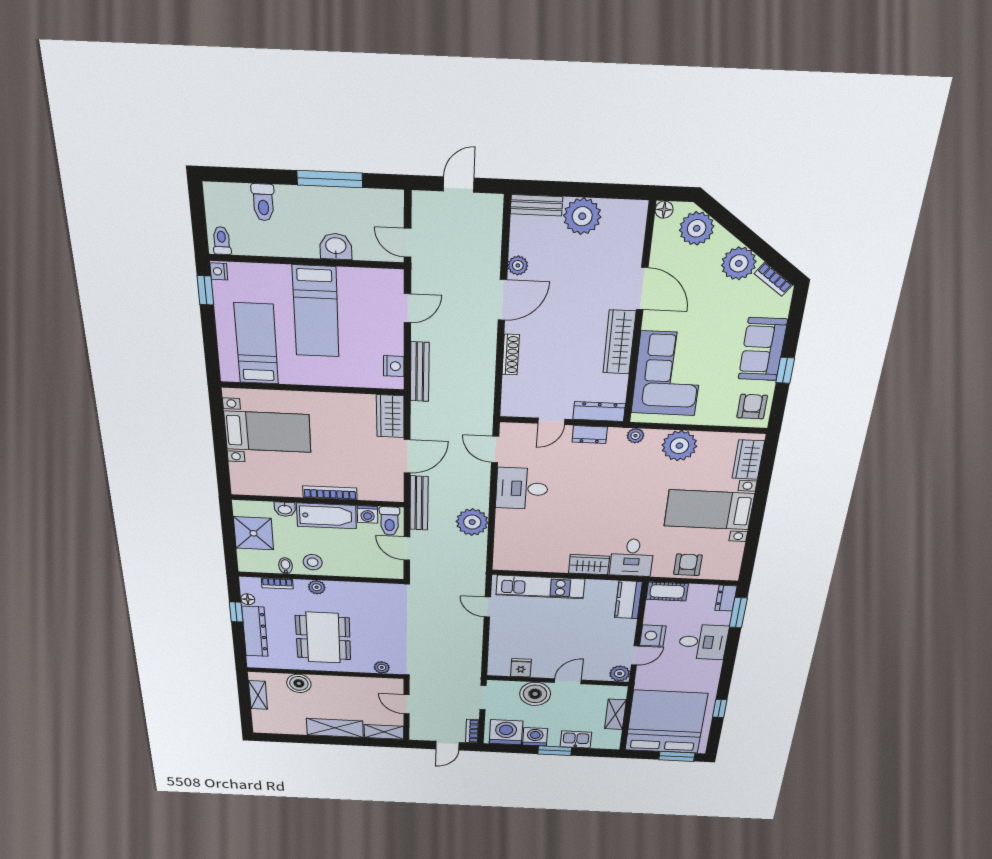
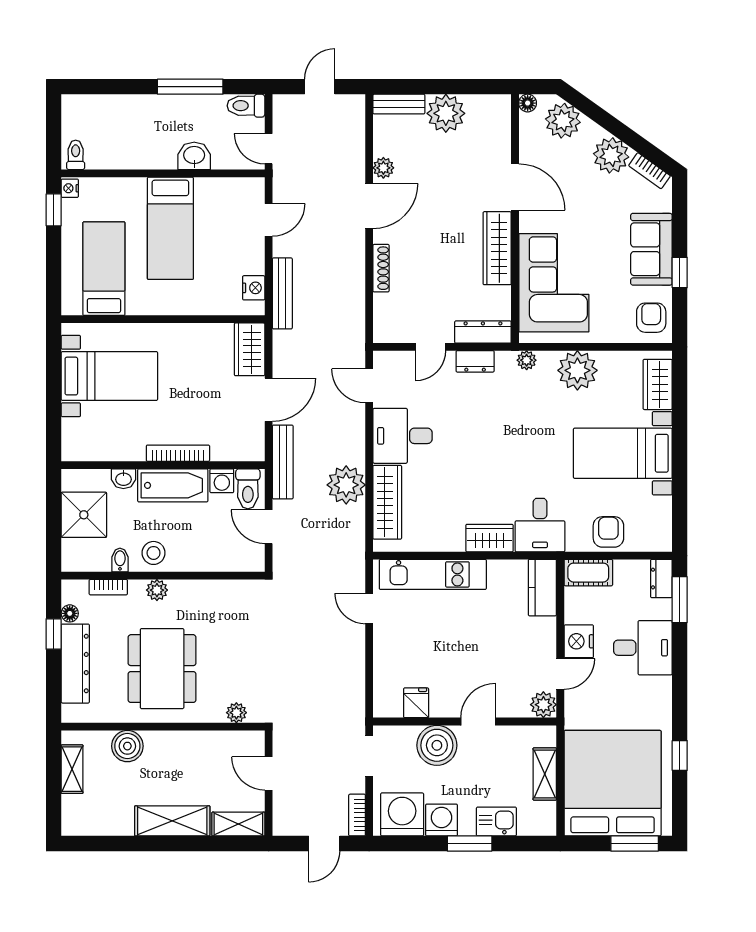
toilet: (263, 202) -> (246, 106), moved, turned 90
wardrobe: (506, 536) -> (387, 502), added

